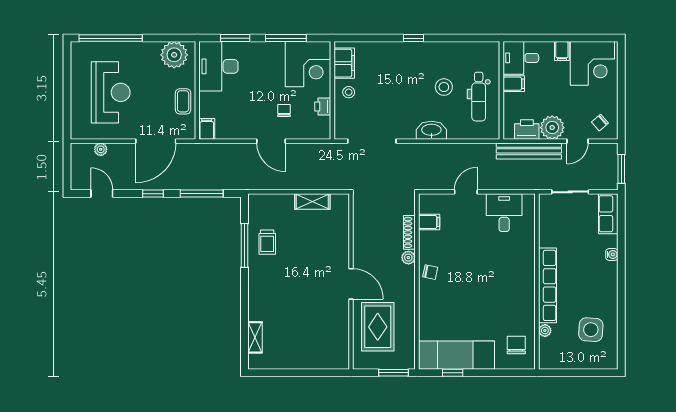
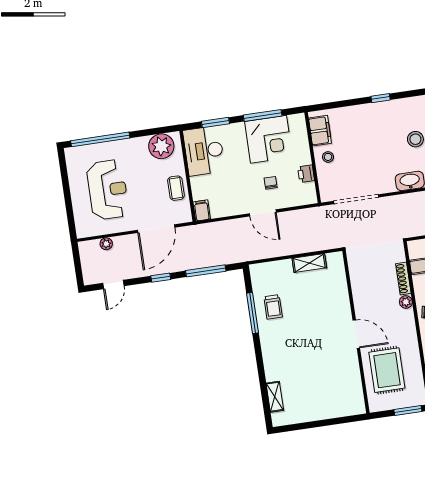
corner desk: (308, 64) -> (269, 139), moved
door: (102, 194) -> (113, 285), swing flipped

